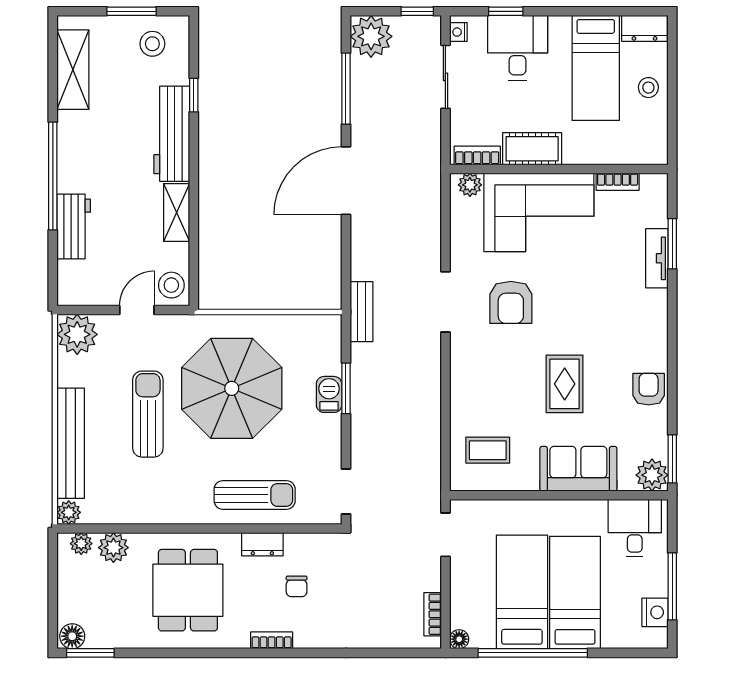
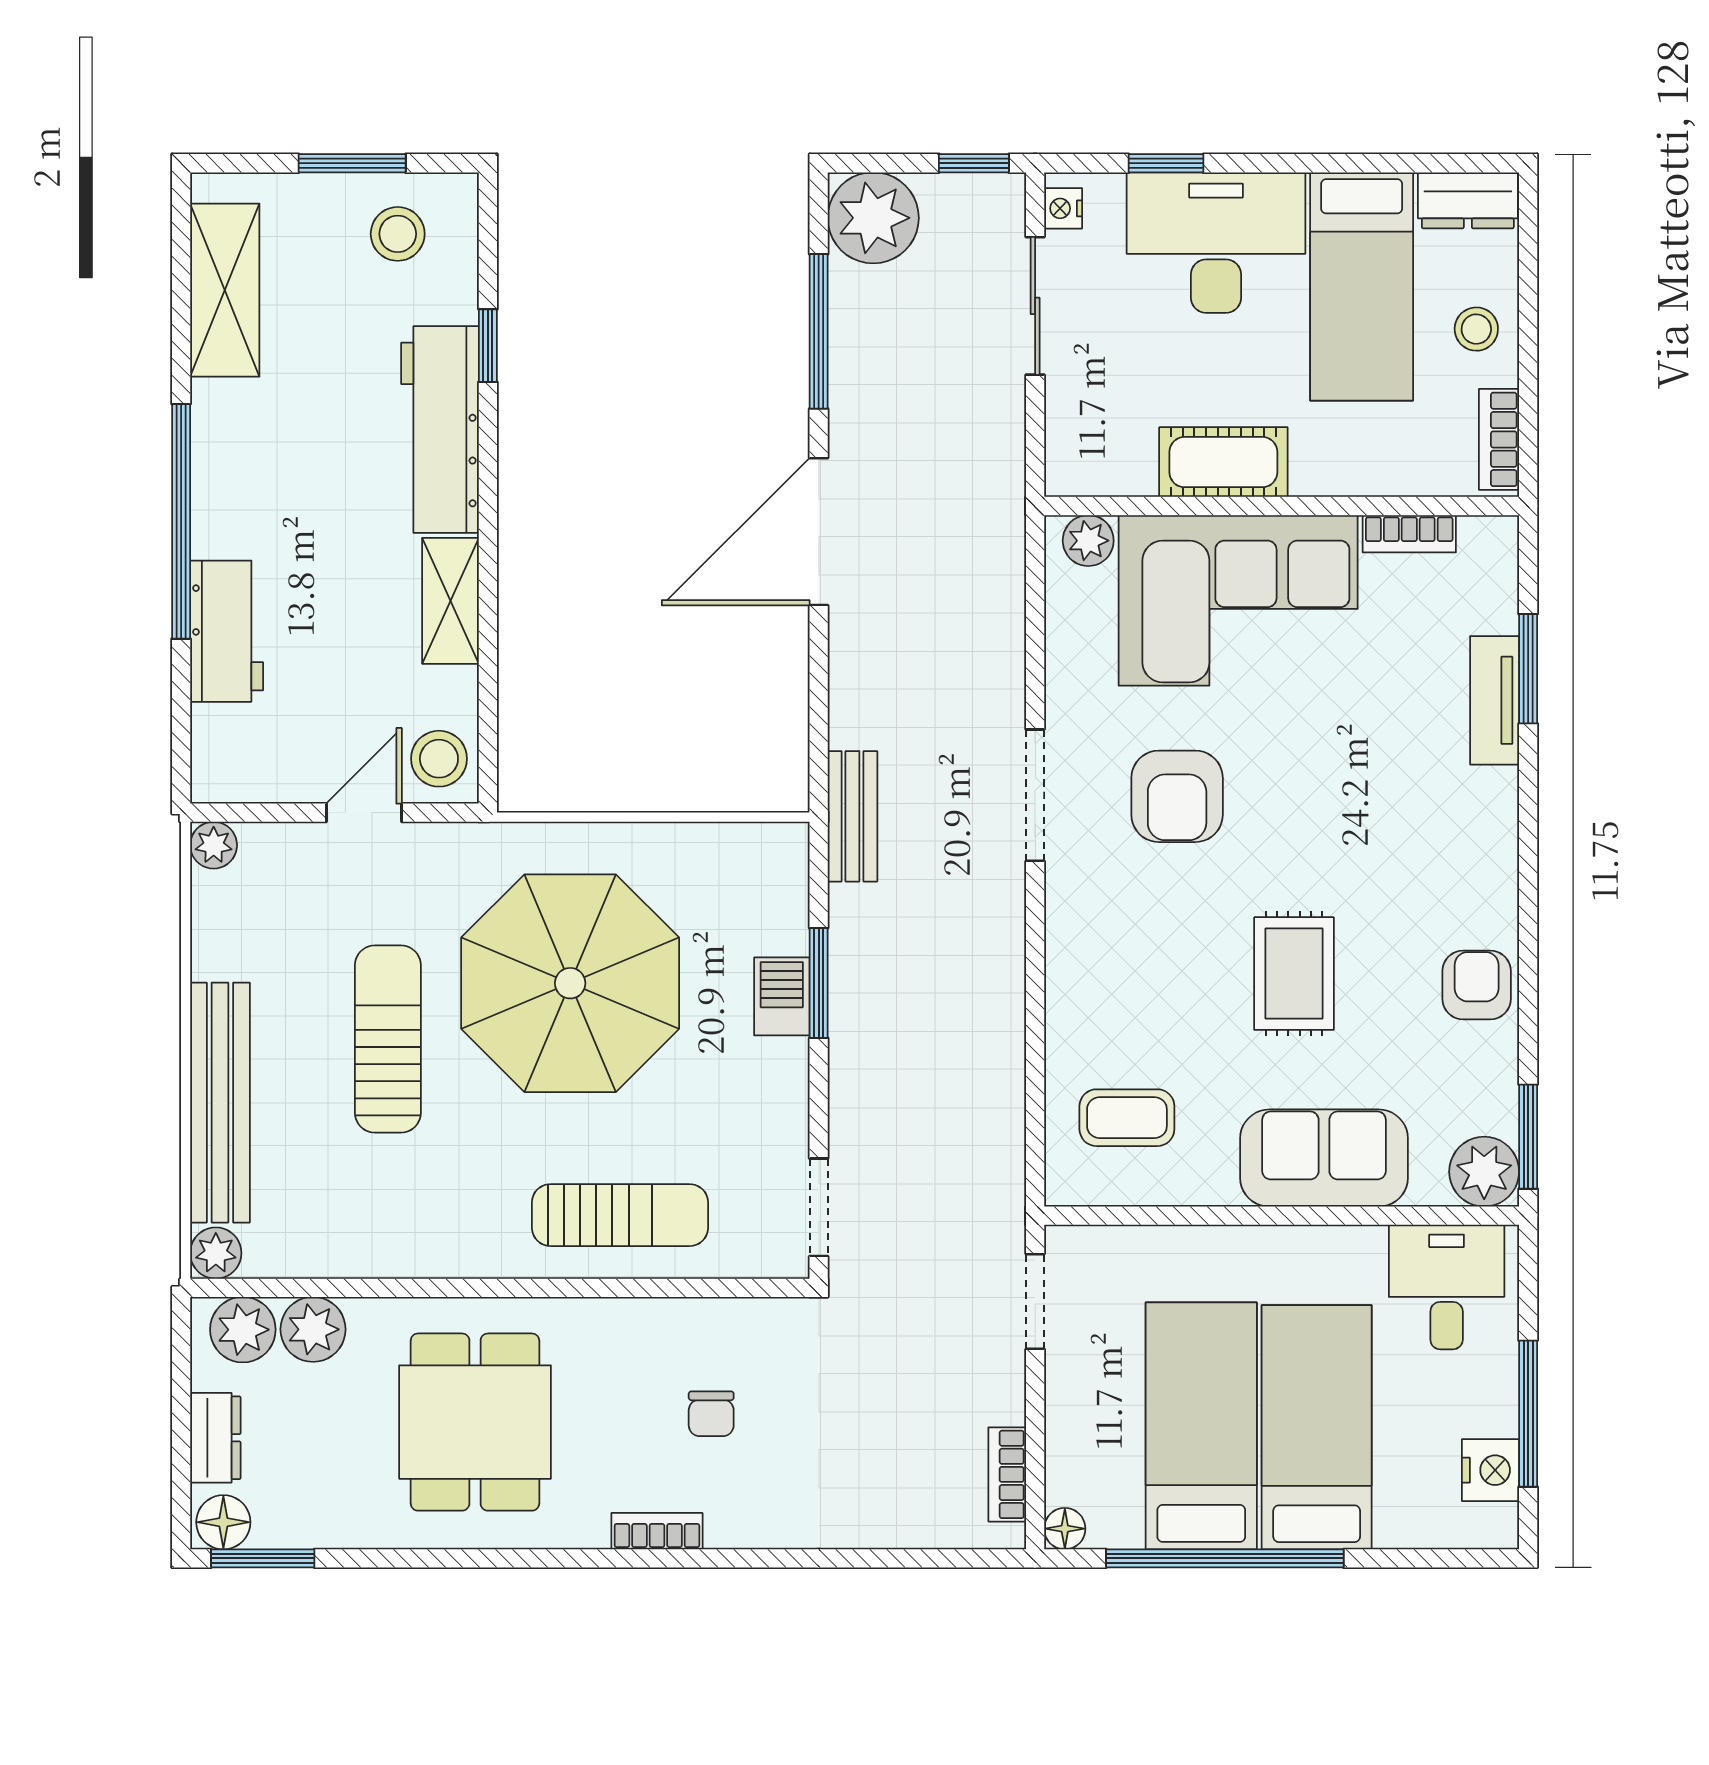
desk: (518, 48) -> (1216, 243), width x1.37
bookcase: (477, 155) -> (1499, 439), moved, turned -90
plant: (77, 334) -> (214, 845), width x0.53, depth x0.53
plant: (81, 544) -> (243, 1330), width x1.38, depth x1.38
dresser: (262, 544) -> (215, 1438), moved, turned -90

